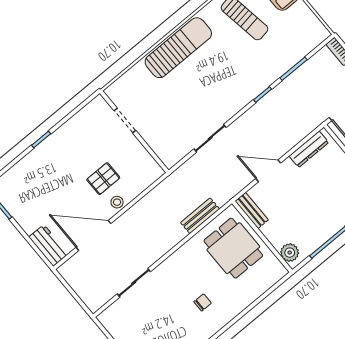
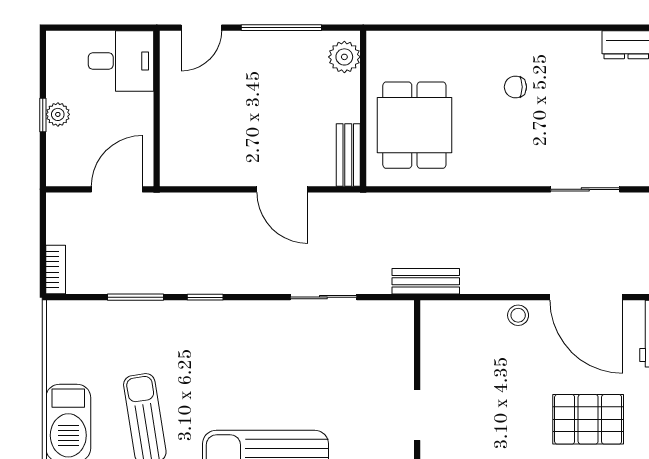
dresser: (309, 149) -> (204, 173), removed
pallet: (103, 179) -> (588, 419), moved, width x1.50, depth x1.42
bench: (200, 216) -> (426, 281), moved

